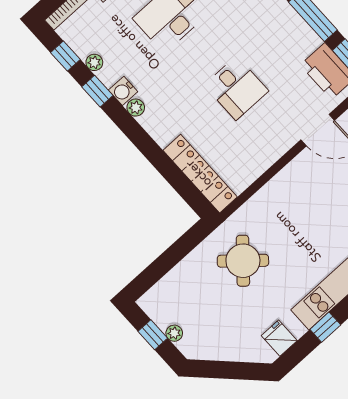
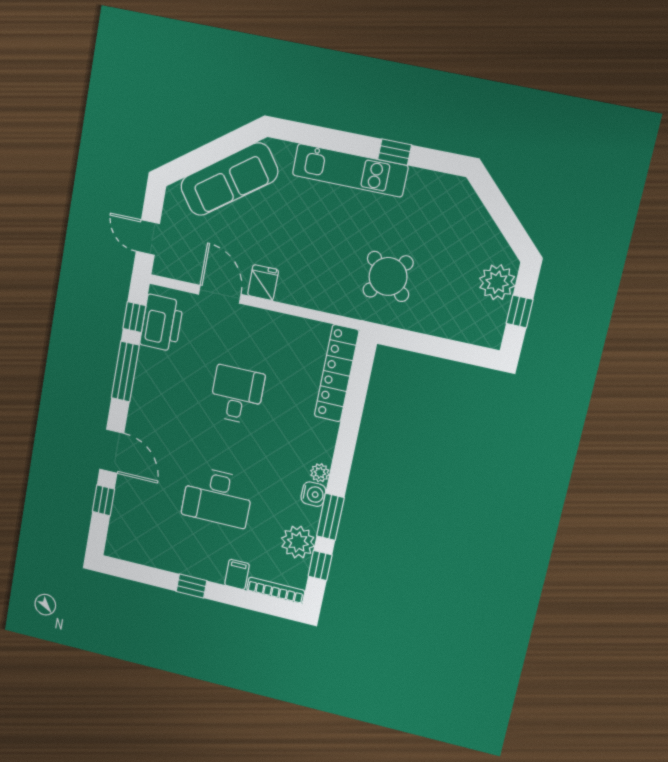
plant: (94, 62) -> (298, 542), width x1.88, depth x1.88
window: (97, 91) -> (330, 517), width x1.50
plant: (174, 333) -> (497, 282), width x1.88, depth x1.88
fridge: (279, 338) -> (263, 283), moved, turned 180

